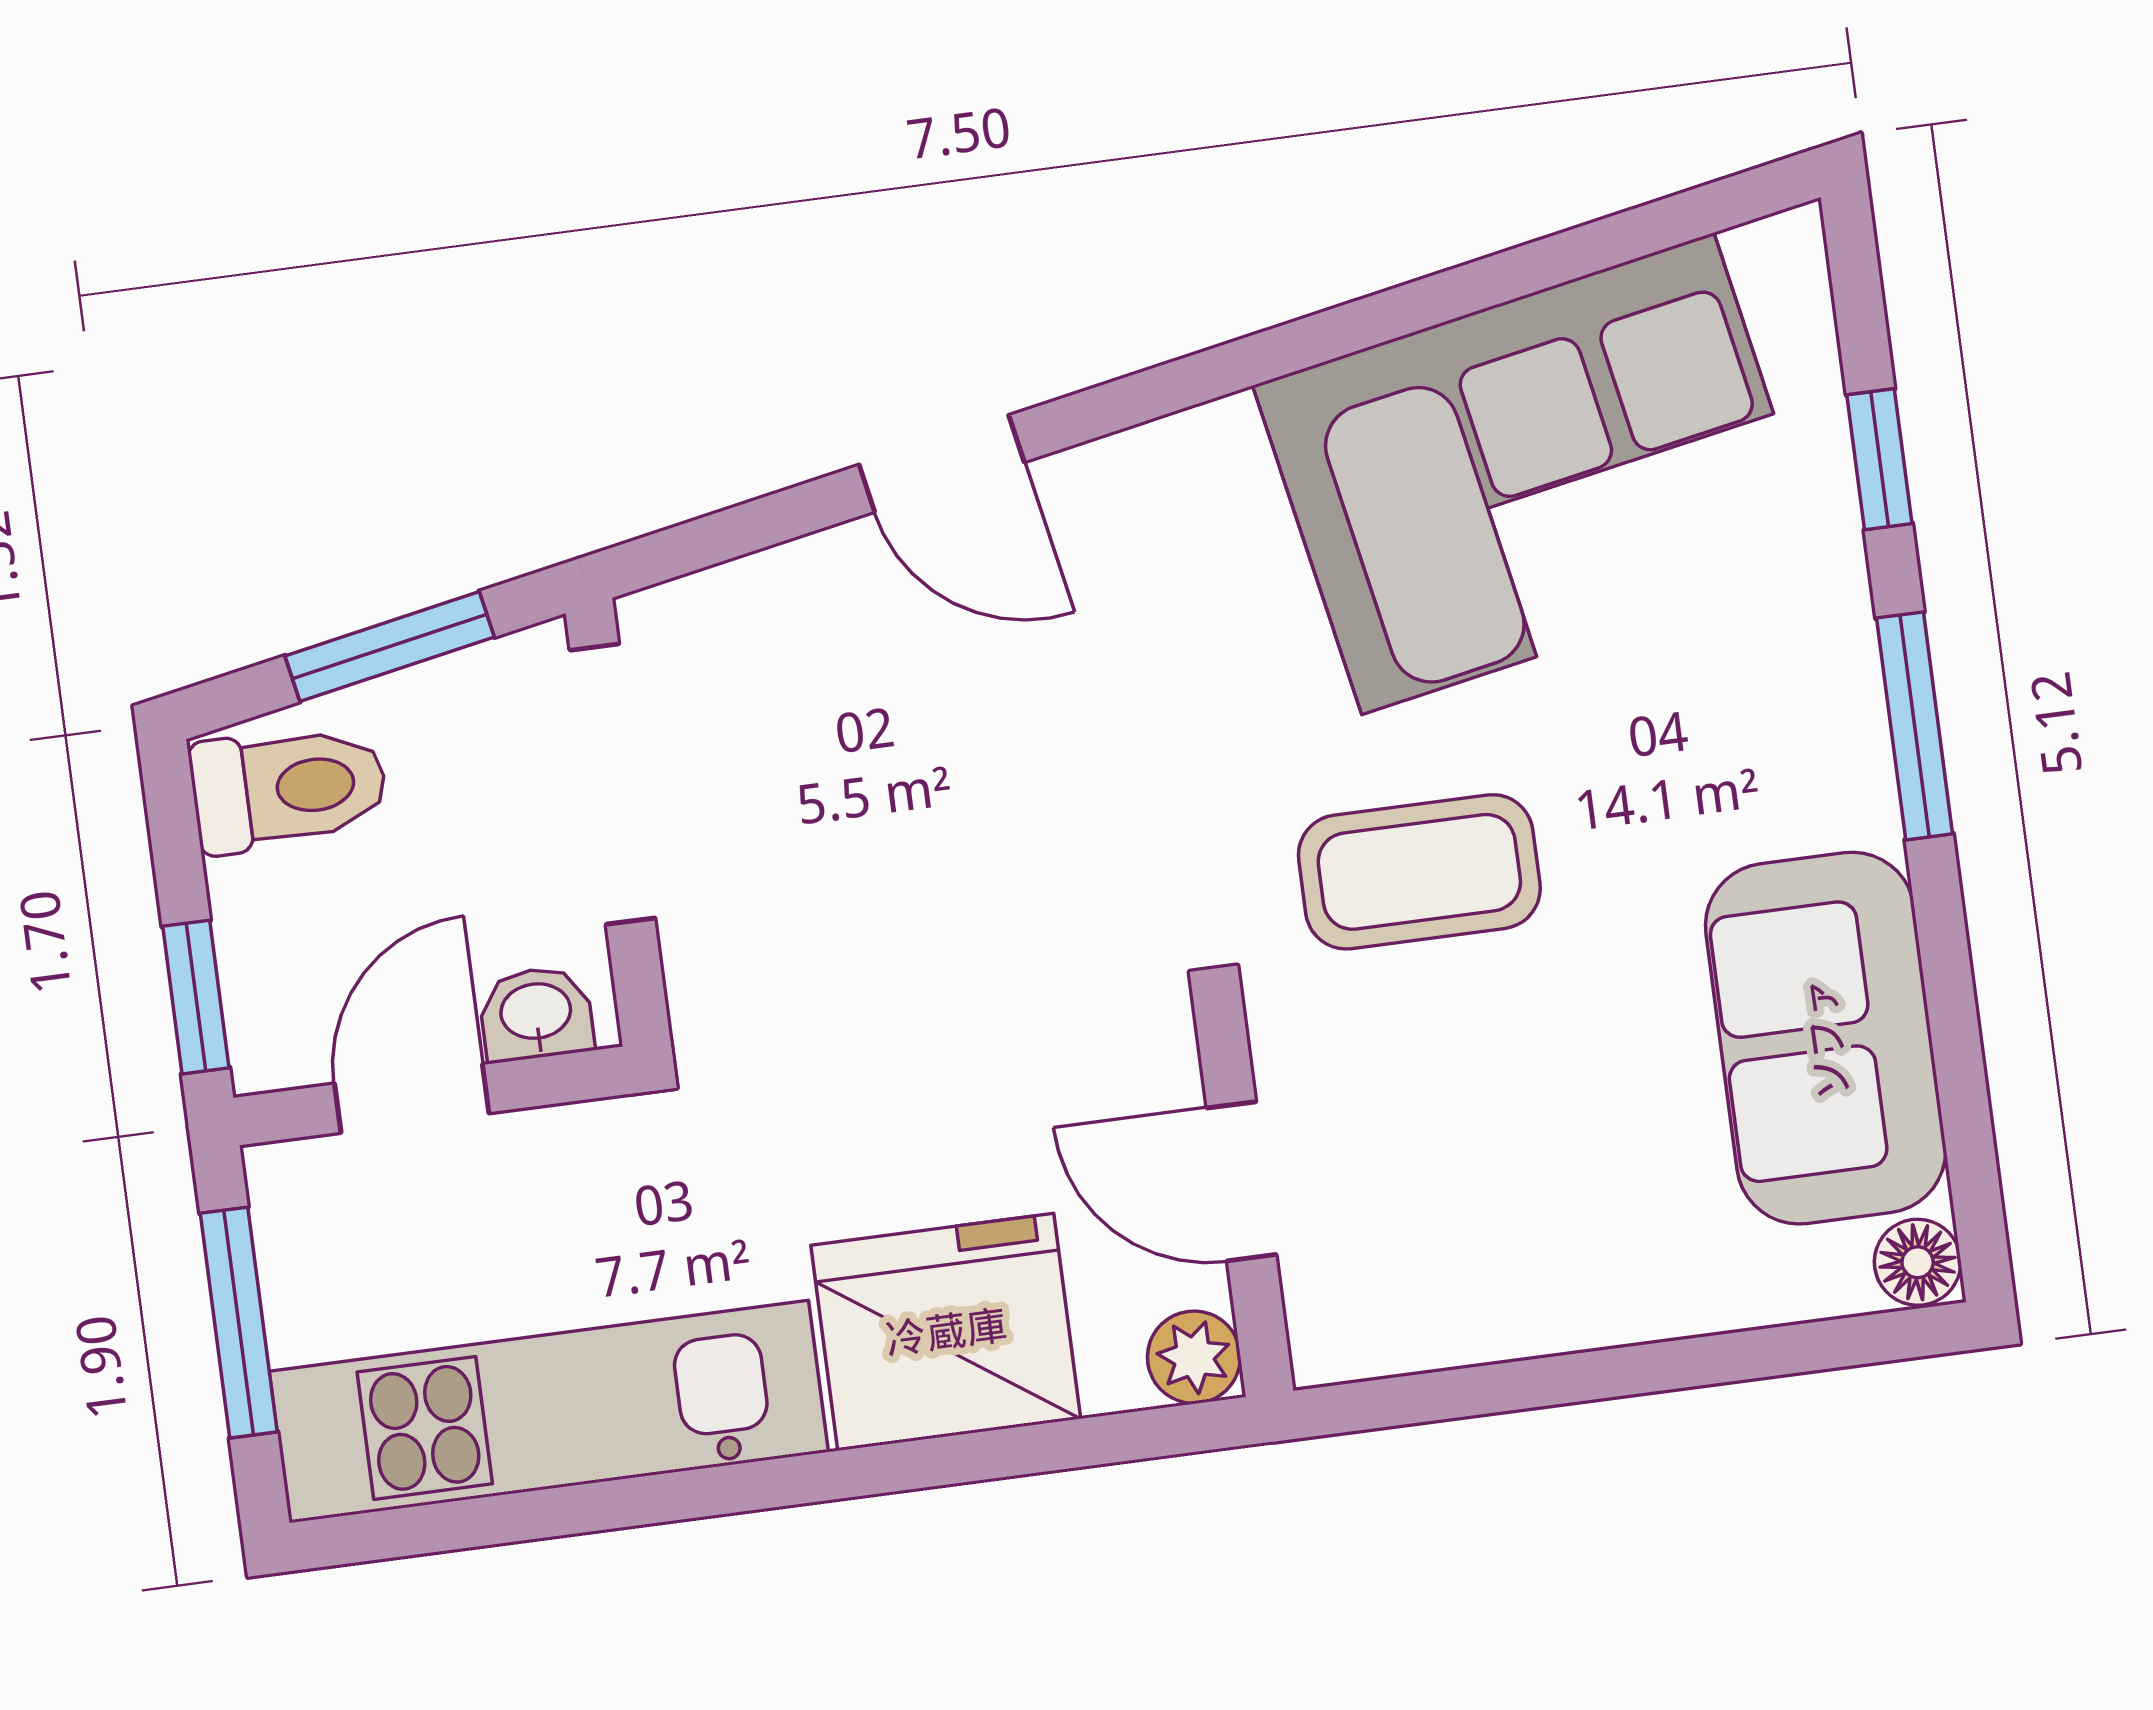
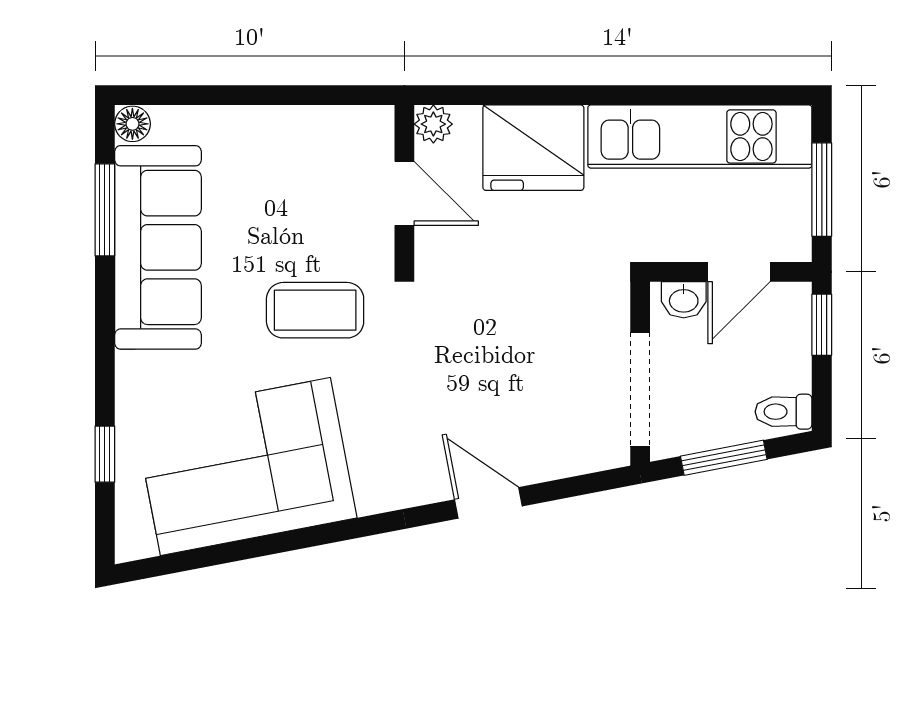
window: (1915, 726) -> (105, 210), moved
toilet: (289, 788) -> (784, 412), width x0.73, depth x0.72
sofa: (1826, 1038) -> (158, 247), width x1.36

